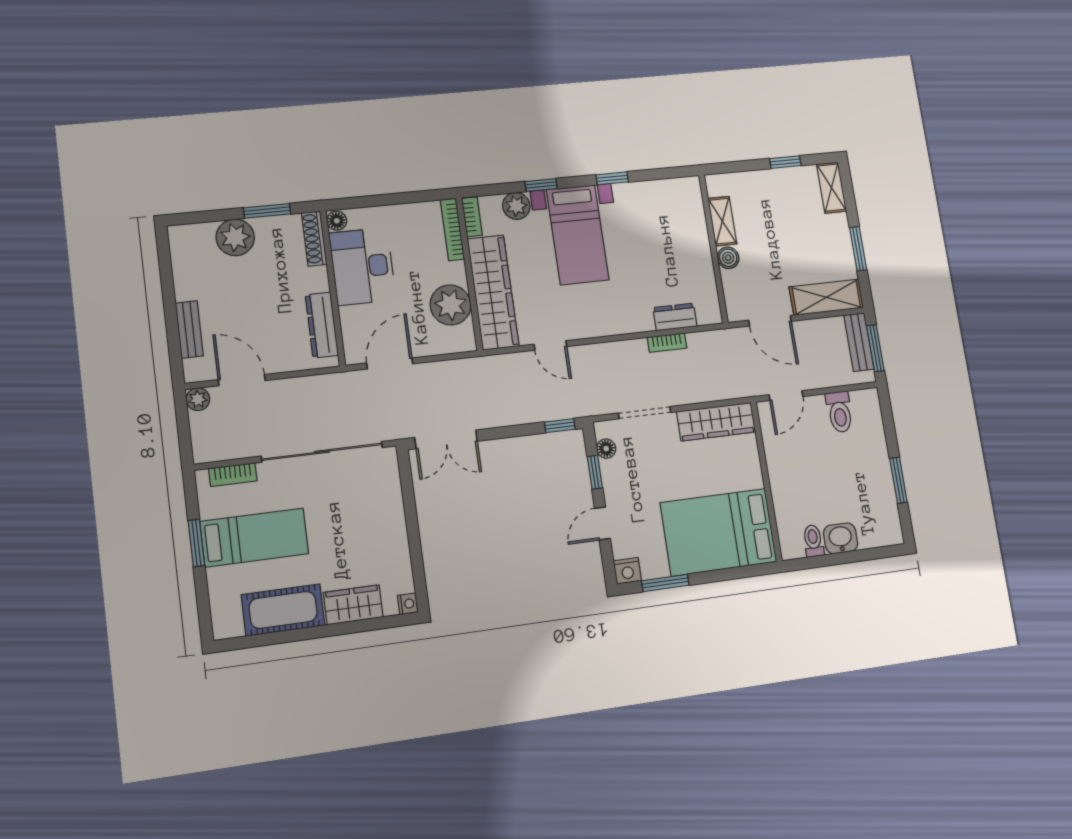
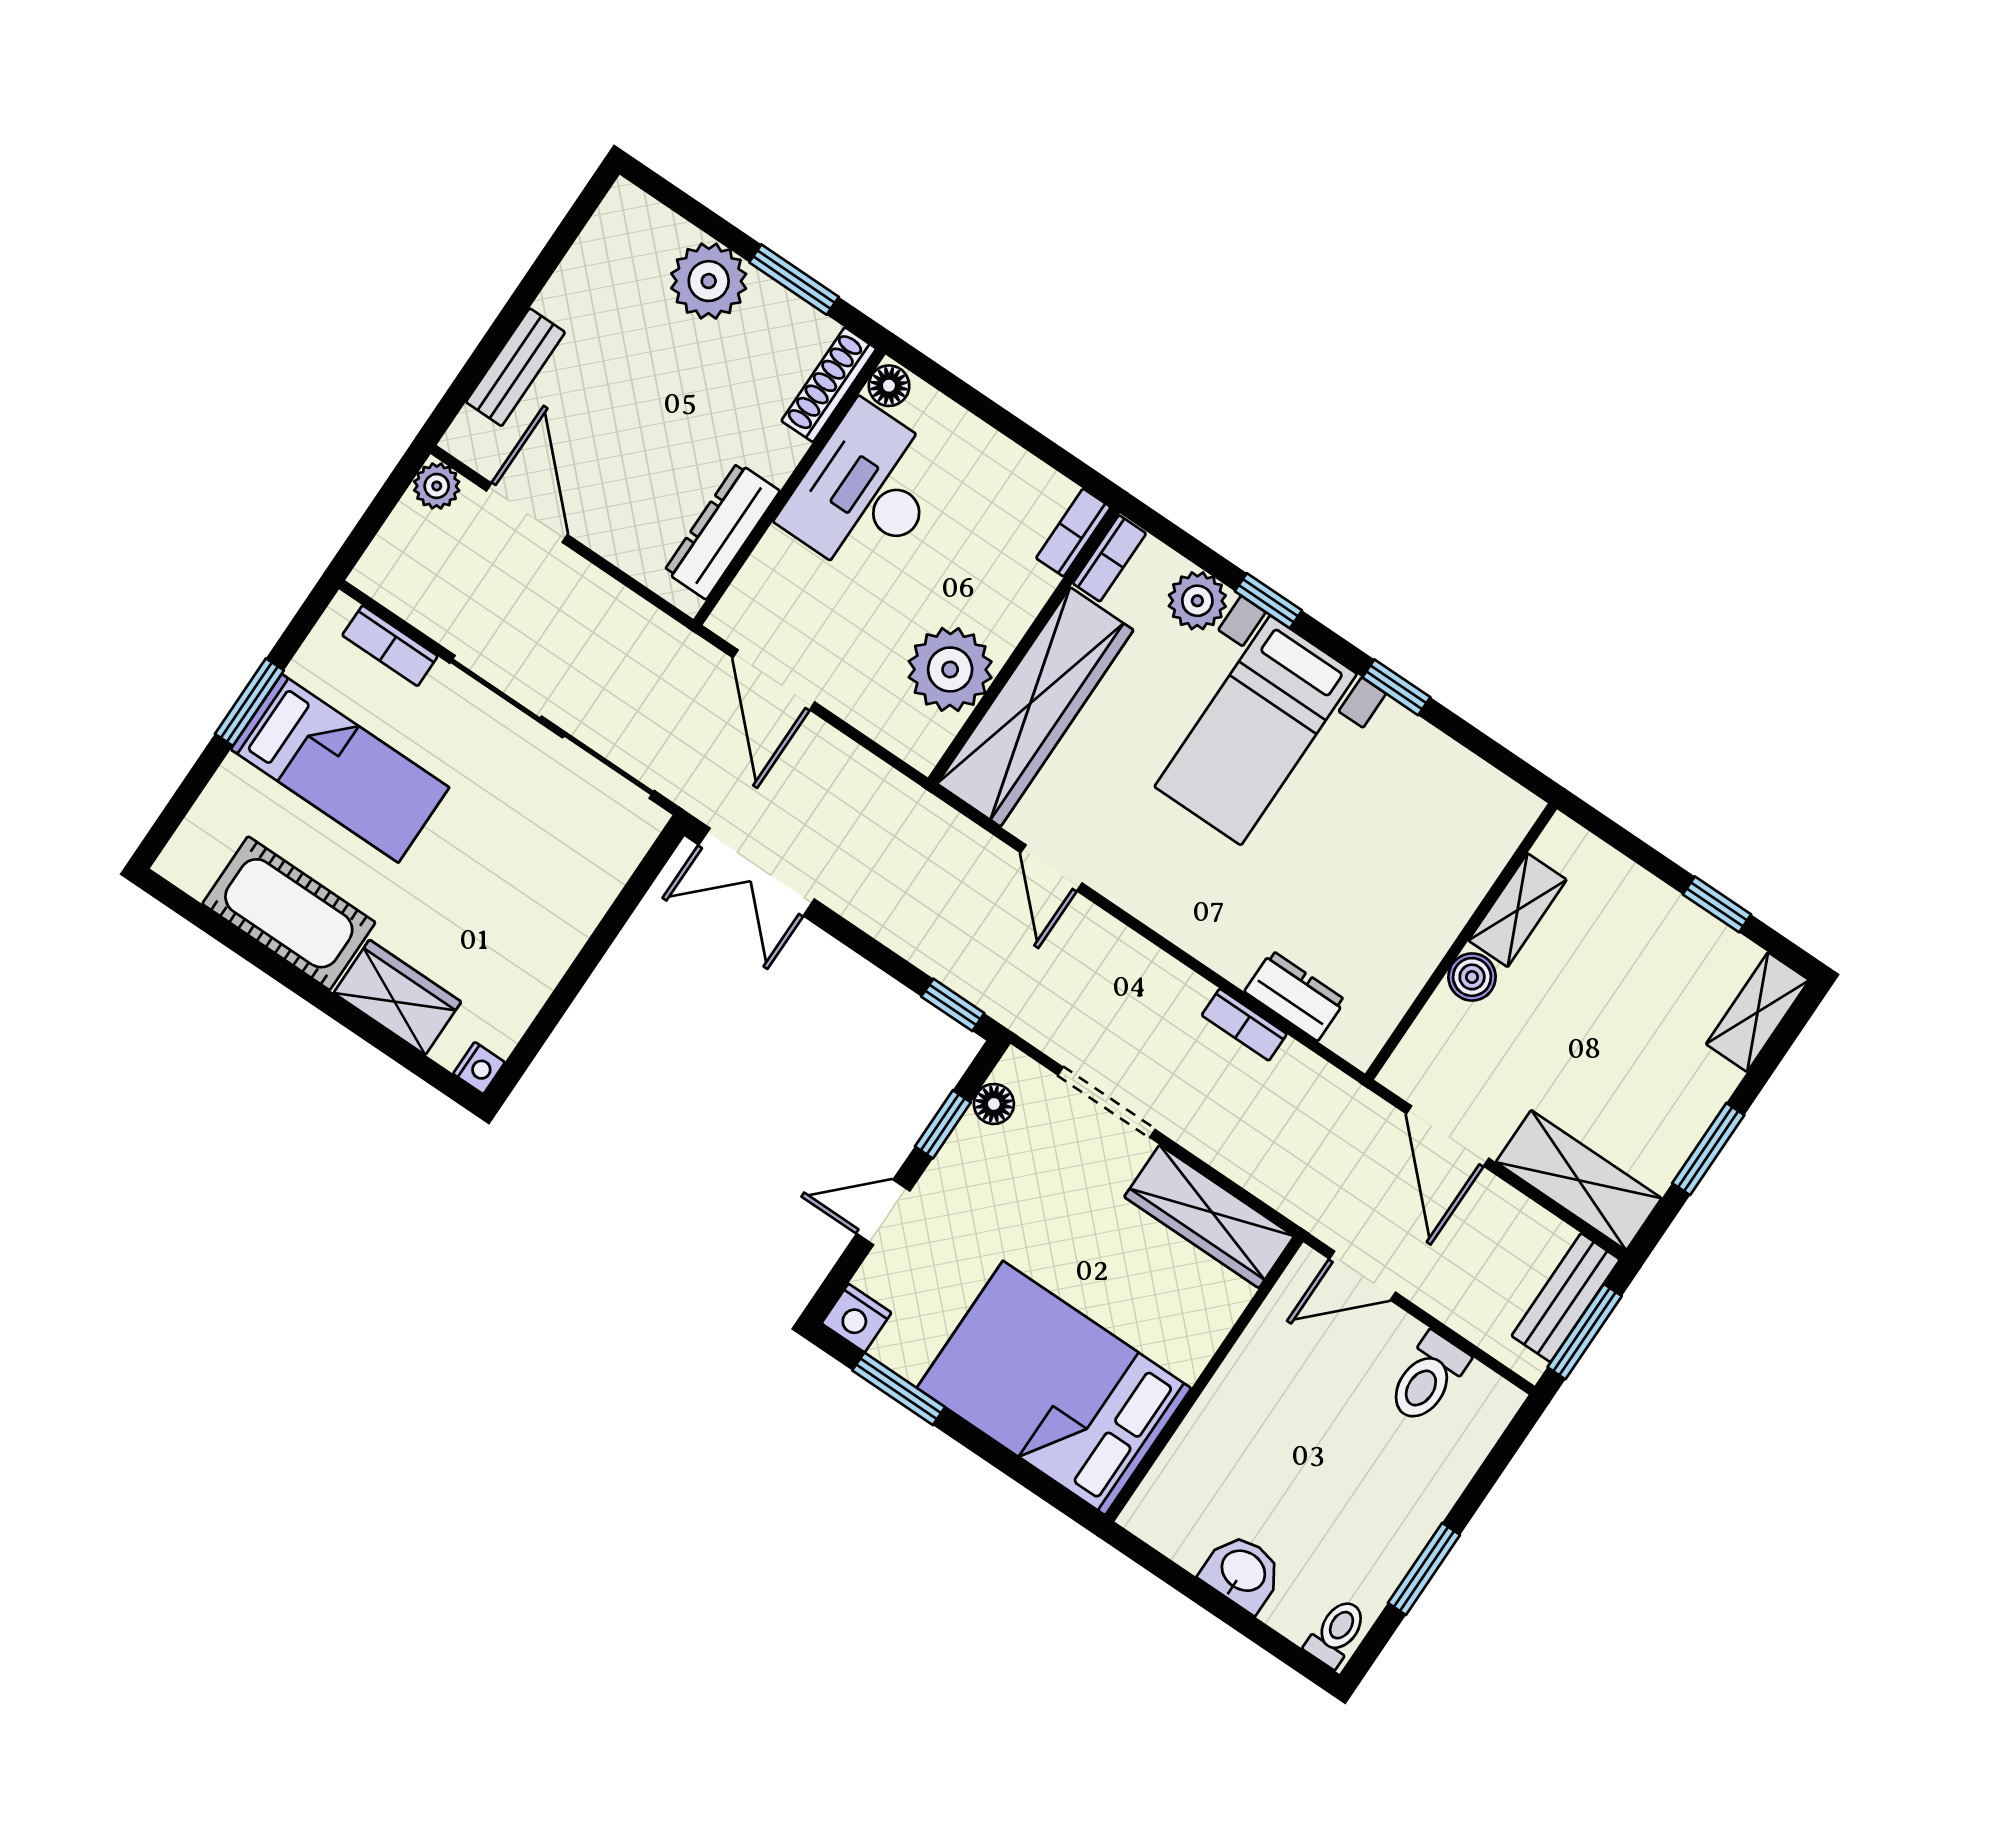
bookcase: (452, 229) -> (1073, 533), width x0.64
door: (390, 363) -> (774, 680), swing flipped
toilet: (813, 541) -> (1336, 1633), moved

